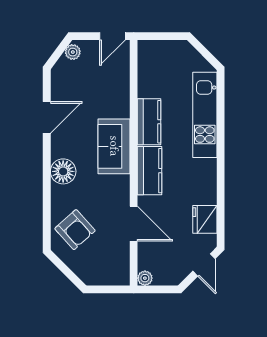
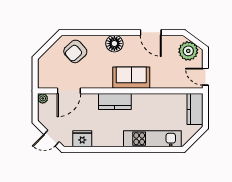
plant: (73, 52) -> (188, 51), width x1.88, depth x1.88
kitchen counter: (149, 122) -> (195, 109), moved, turned 90
door: (134, 224) -> (69, 91), moved

